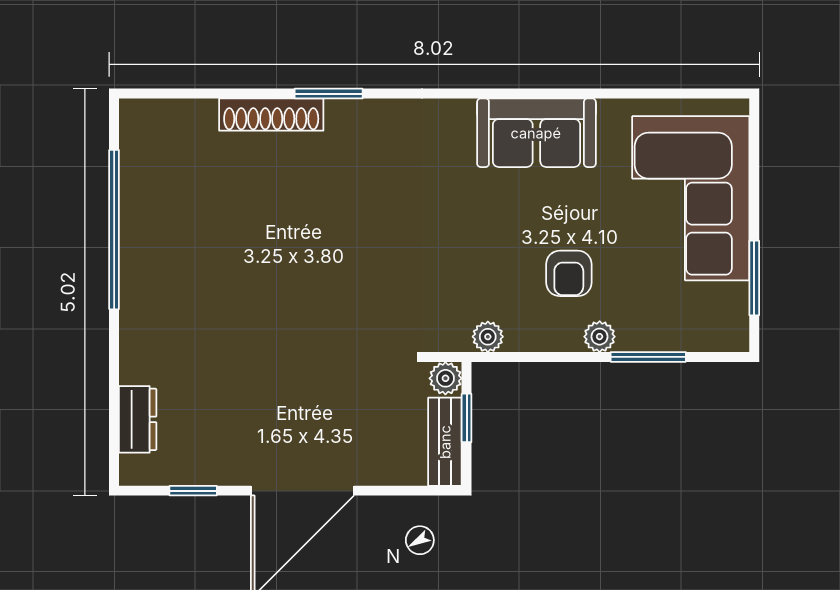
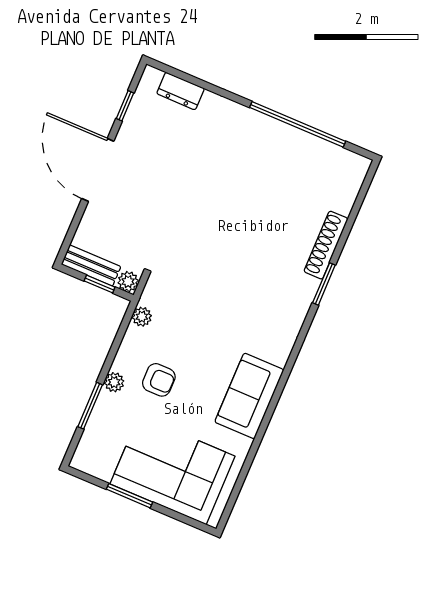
armchair: (569, 273) -> (159, 380), turned 180
window: (754, 278) -> (129, 496), moved

